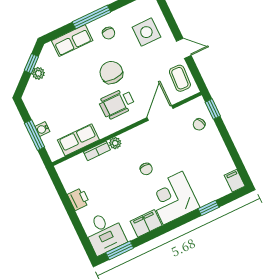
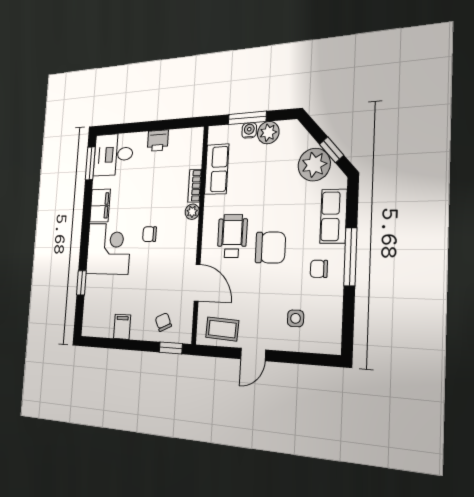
side table: (146, 32) -> (296, 318), width x0.54, depth x0.54
plant: (38, 73) -> (314, 165), width x1.88, depth x1.88
plant: (38, 114) -> (268, 133), added
filing cabinet: (235, 181) -> (122, 327), moved, turned -90

